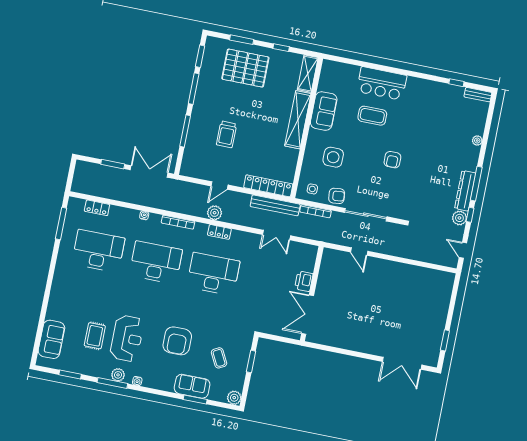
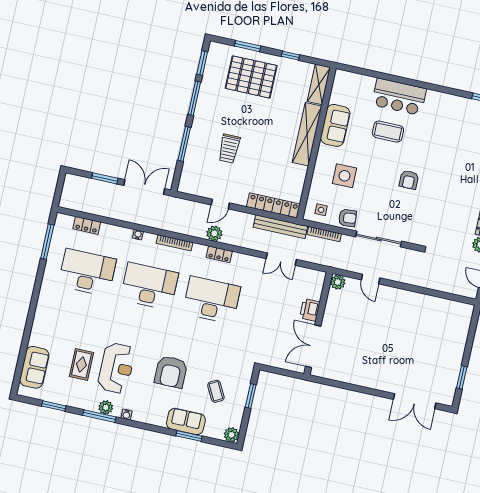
plant: (329, 255) -> (338, 282), added

